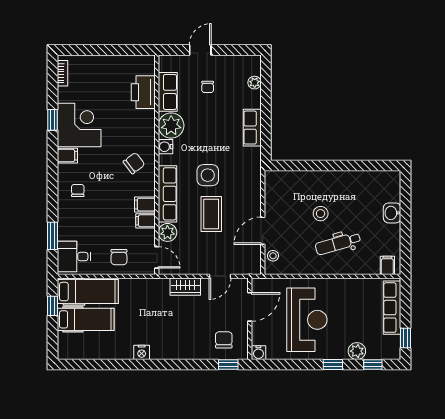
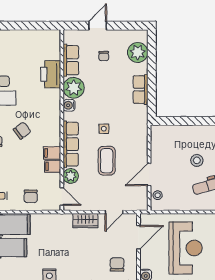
plant: (255, 83) -> (138, 52), width x1.87, depth x1.87
printer: (143, 92) -> (51, 74), moved
chair: (134, 163) -> (22, 131), moved
side table: (208, 175) -> (104, 129), width x0.54, depth x0.54

